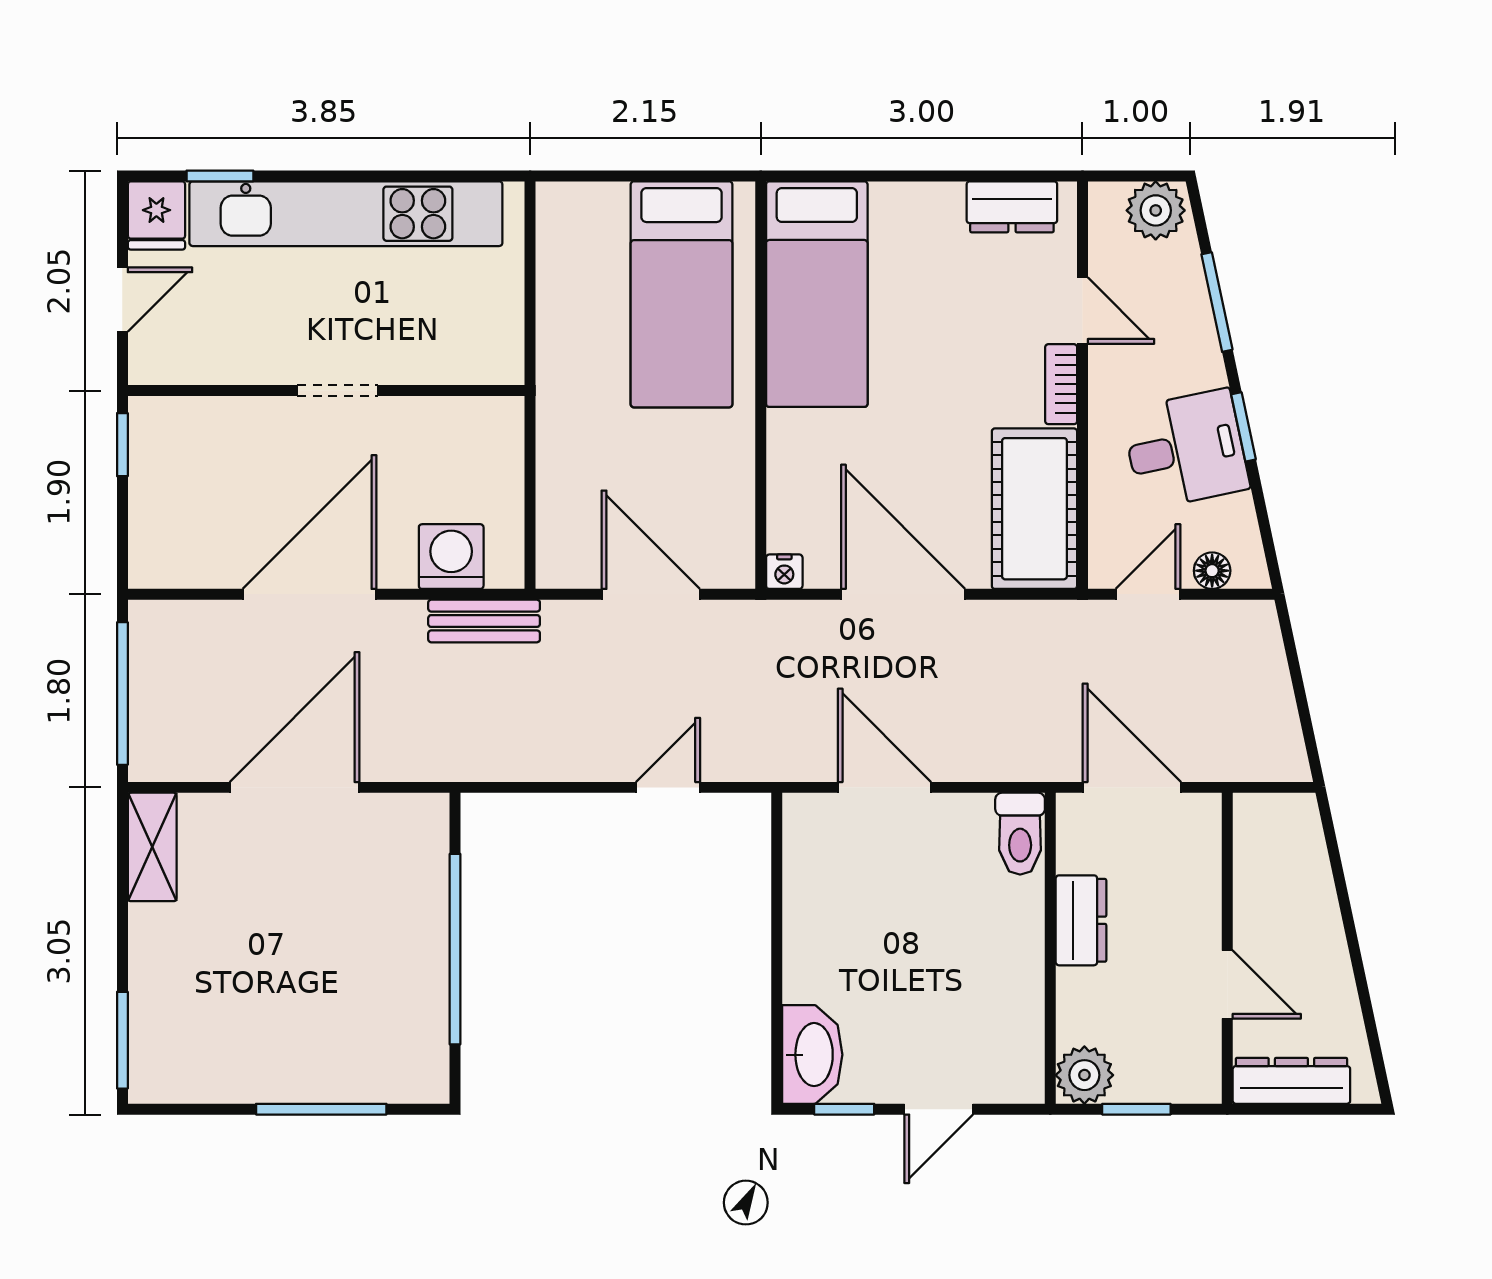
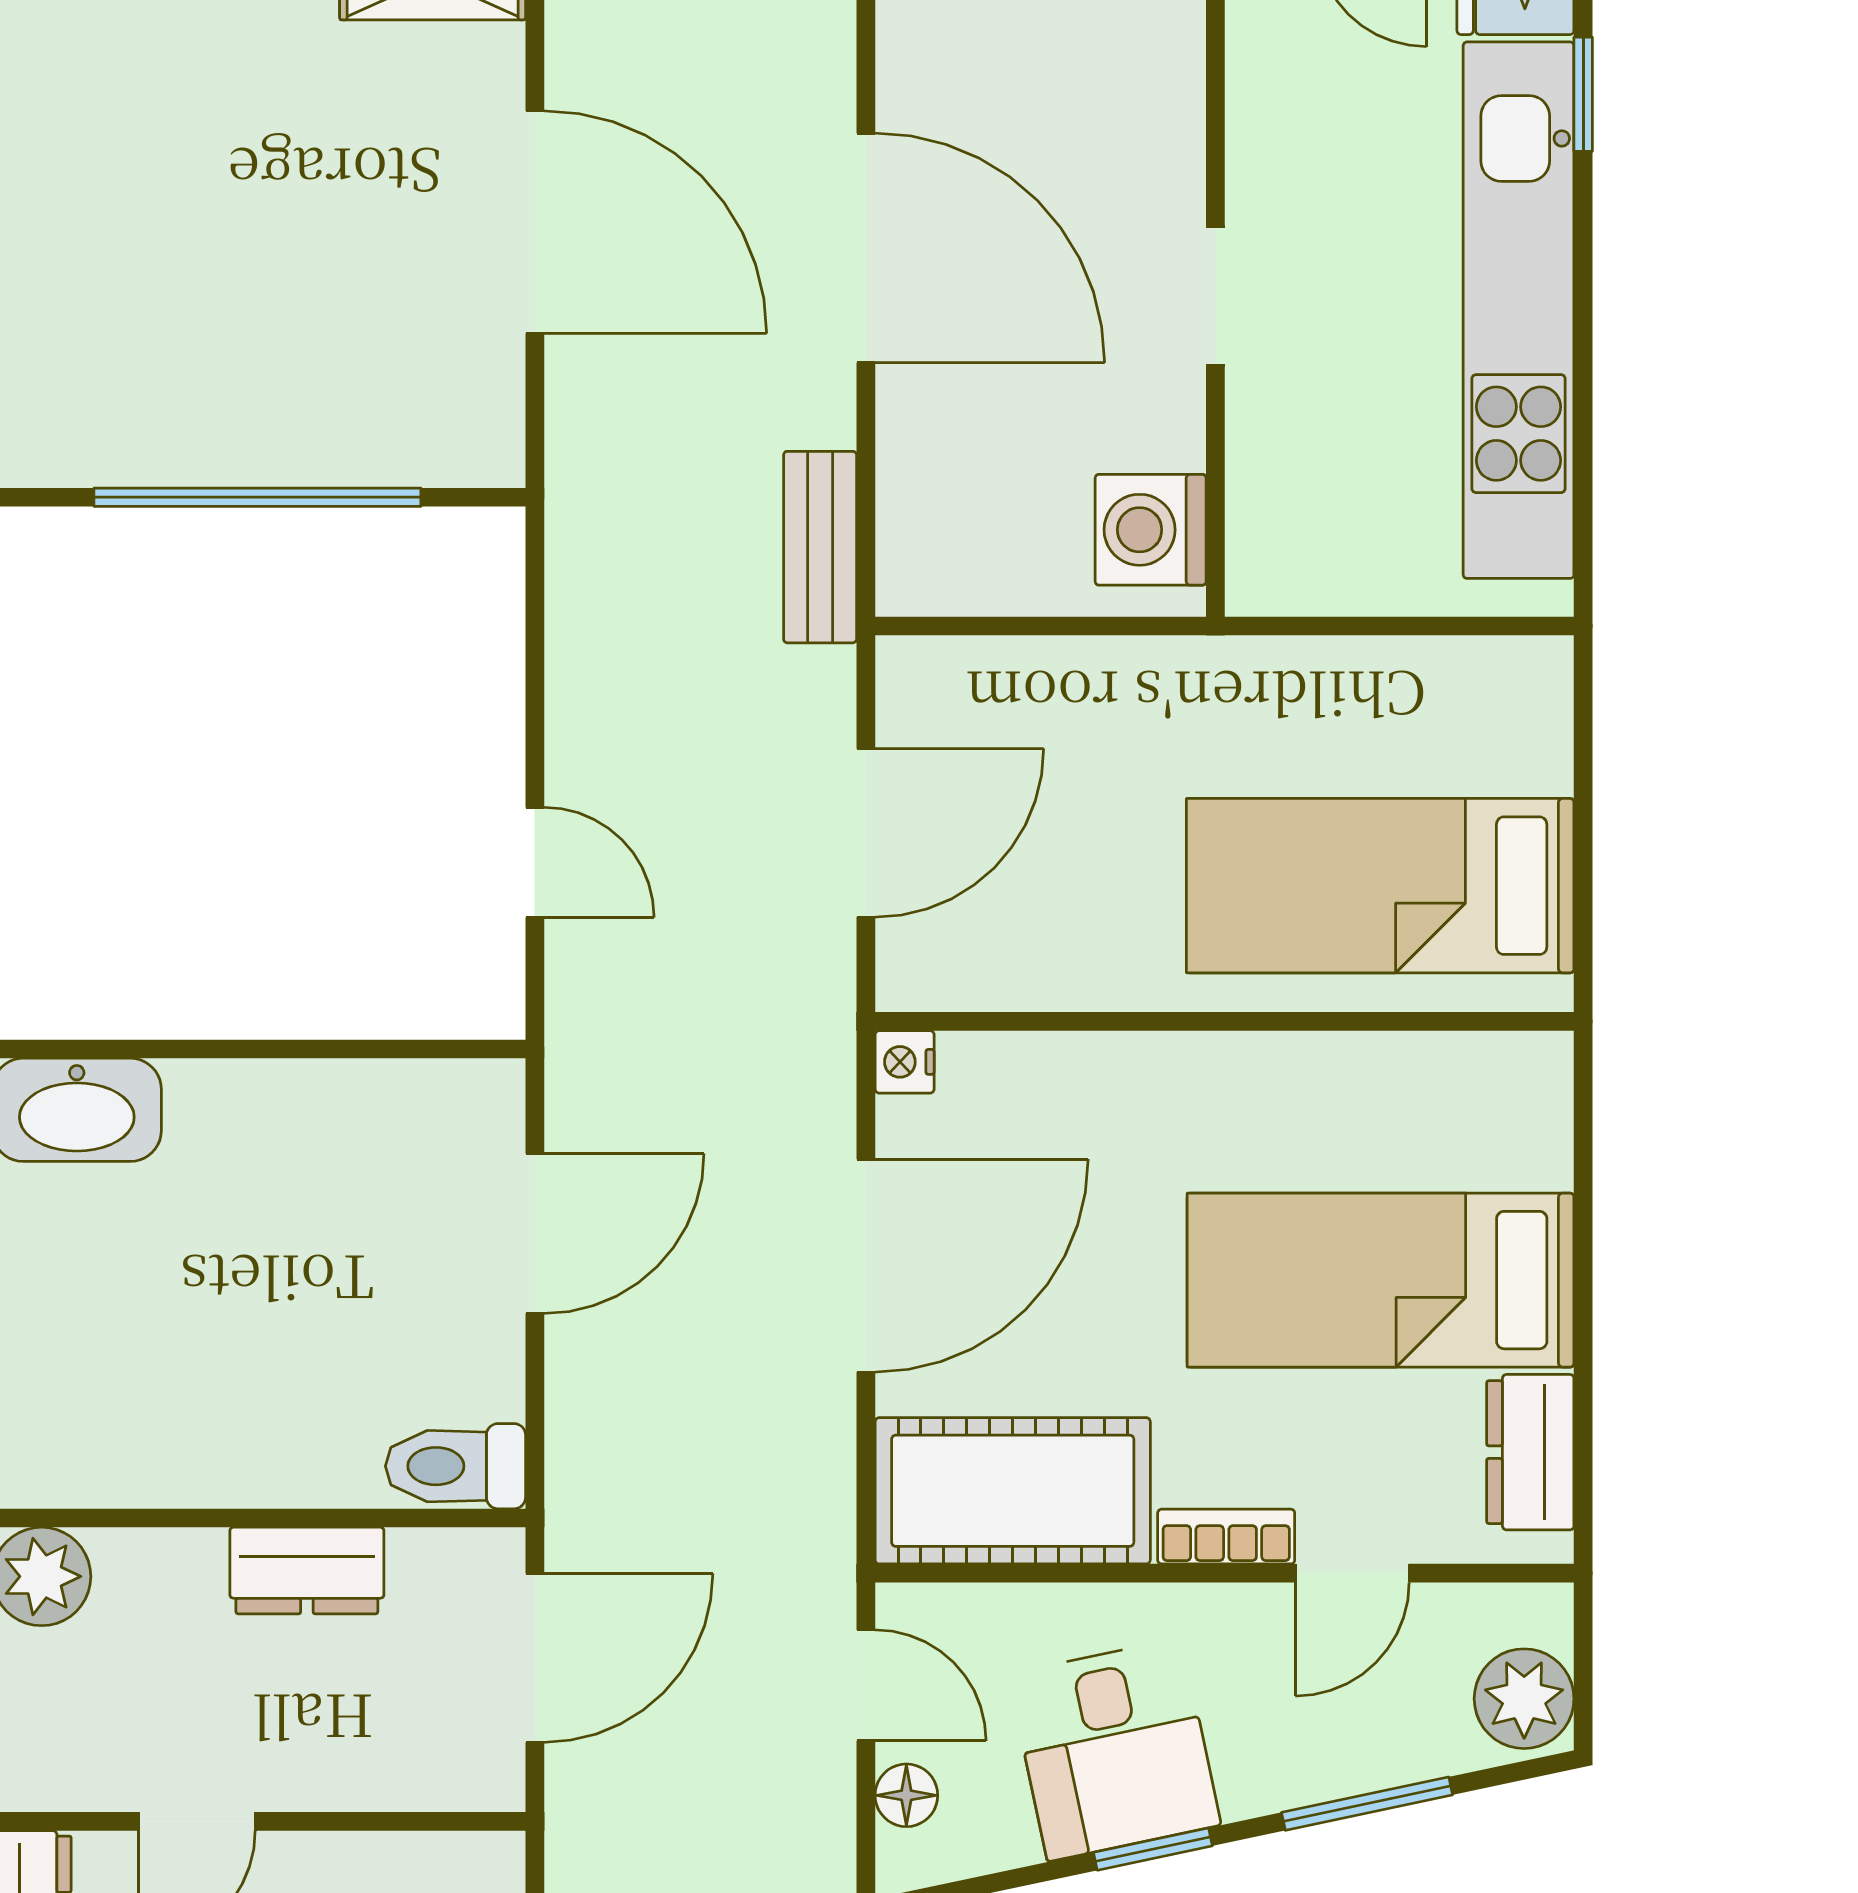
bed: (817, 294) -> (1381, 1280), moved
washing machine: (451, 557) -> (1151, 530), moved, turned 180

